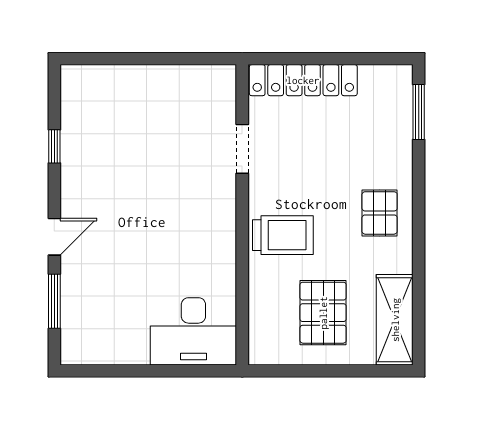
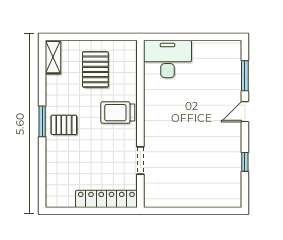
window: (419, 112) -> (42, 121), moved
pallet: (380, 213) -> (64, 125), turned 90
shelving: (395, 320) -> (53, 57), width x0.67, depth x0.75

